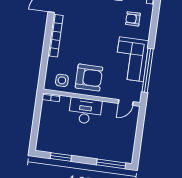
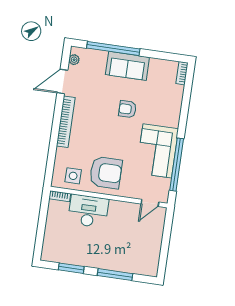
armchair: (133, 19) -> (127, 109), moved
desk: (85, 111) -> (88, 211), moved
window: (111, 164) -> (115, 275), moved

